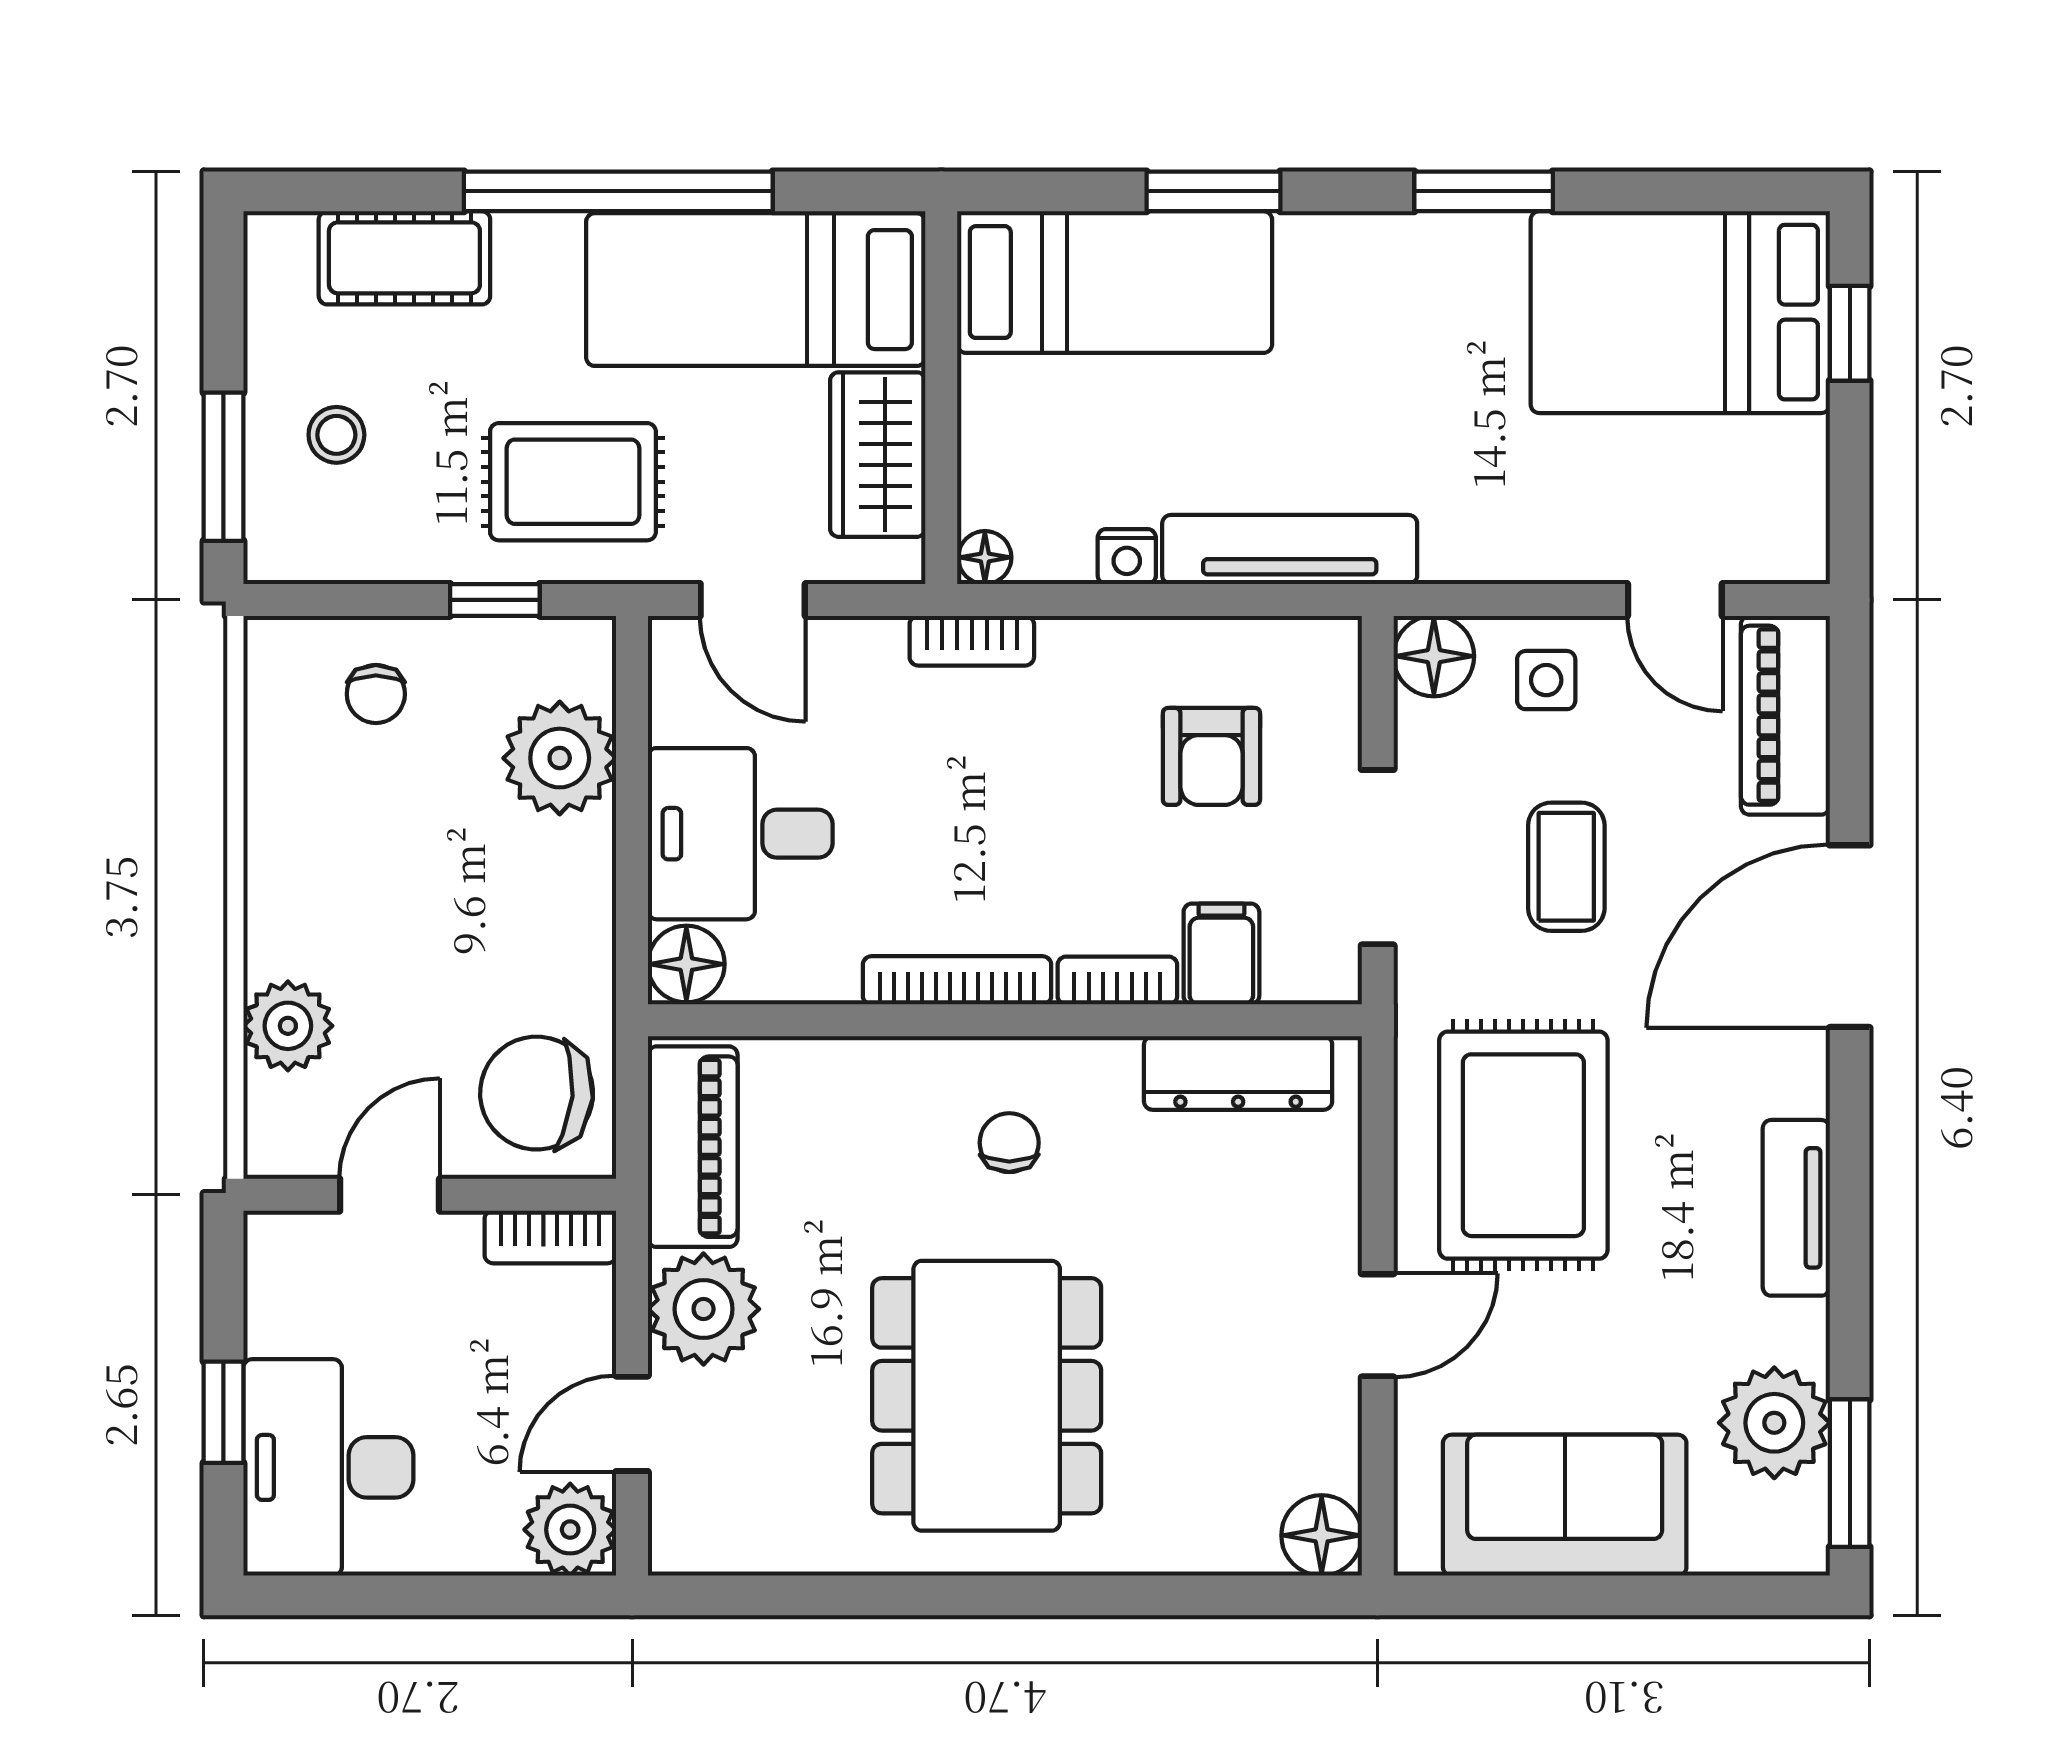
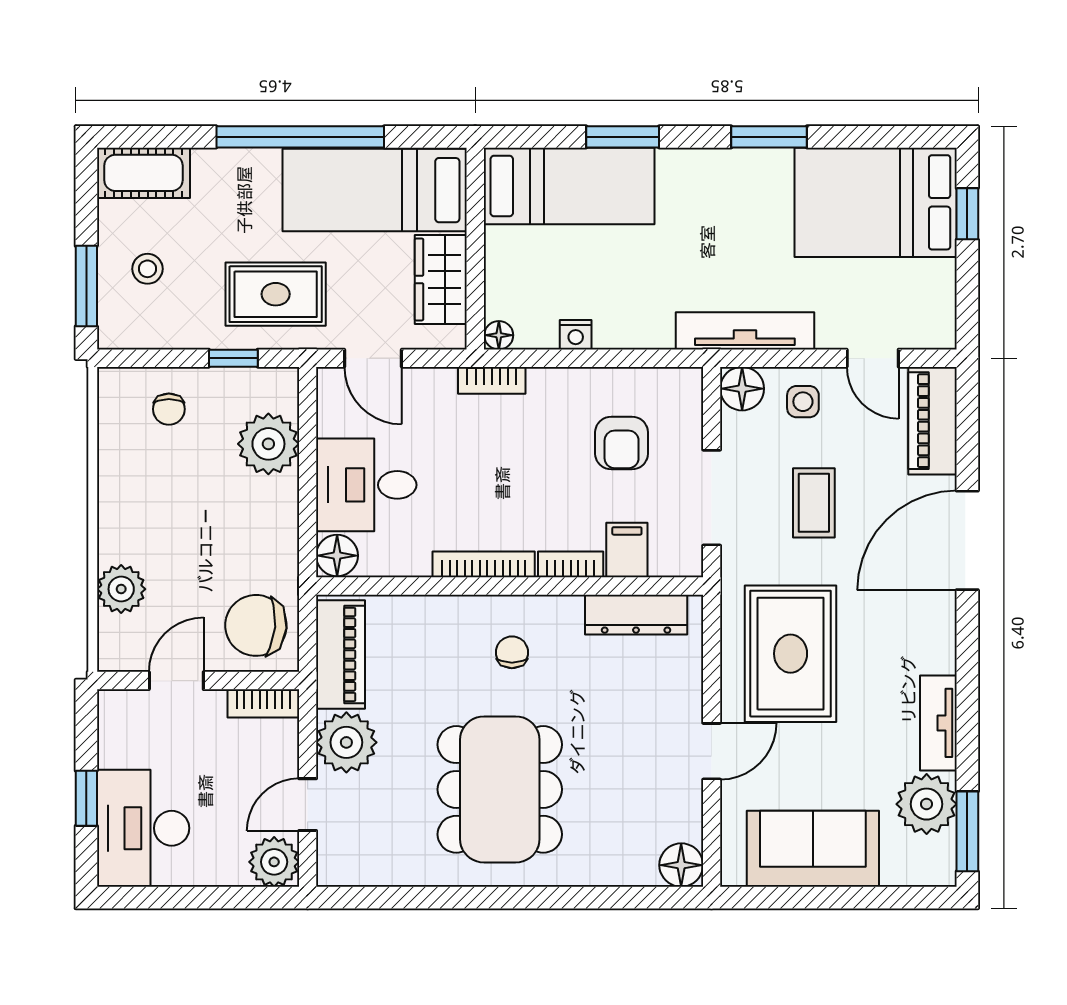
cot: (404, 258) -> (143, 173), moved
tv unit: (1290, 549) -> (745, 331), moved
tv unit: (1796, 1208) -> (938, 723), moved

